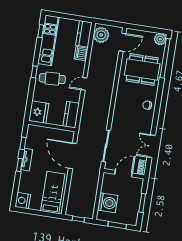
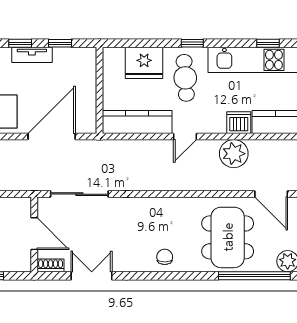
plant: (101, 35) -> (234, 154), moved
door: (84, 84) -> (185, 136), swing flipped
fridge: (39, 112) -> (144, 63), moved
kitchen counter: (71, 115) -> (137, 122), width x1.50

